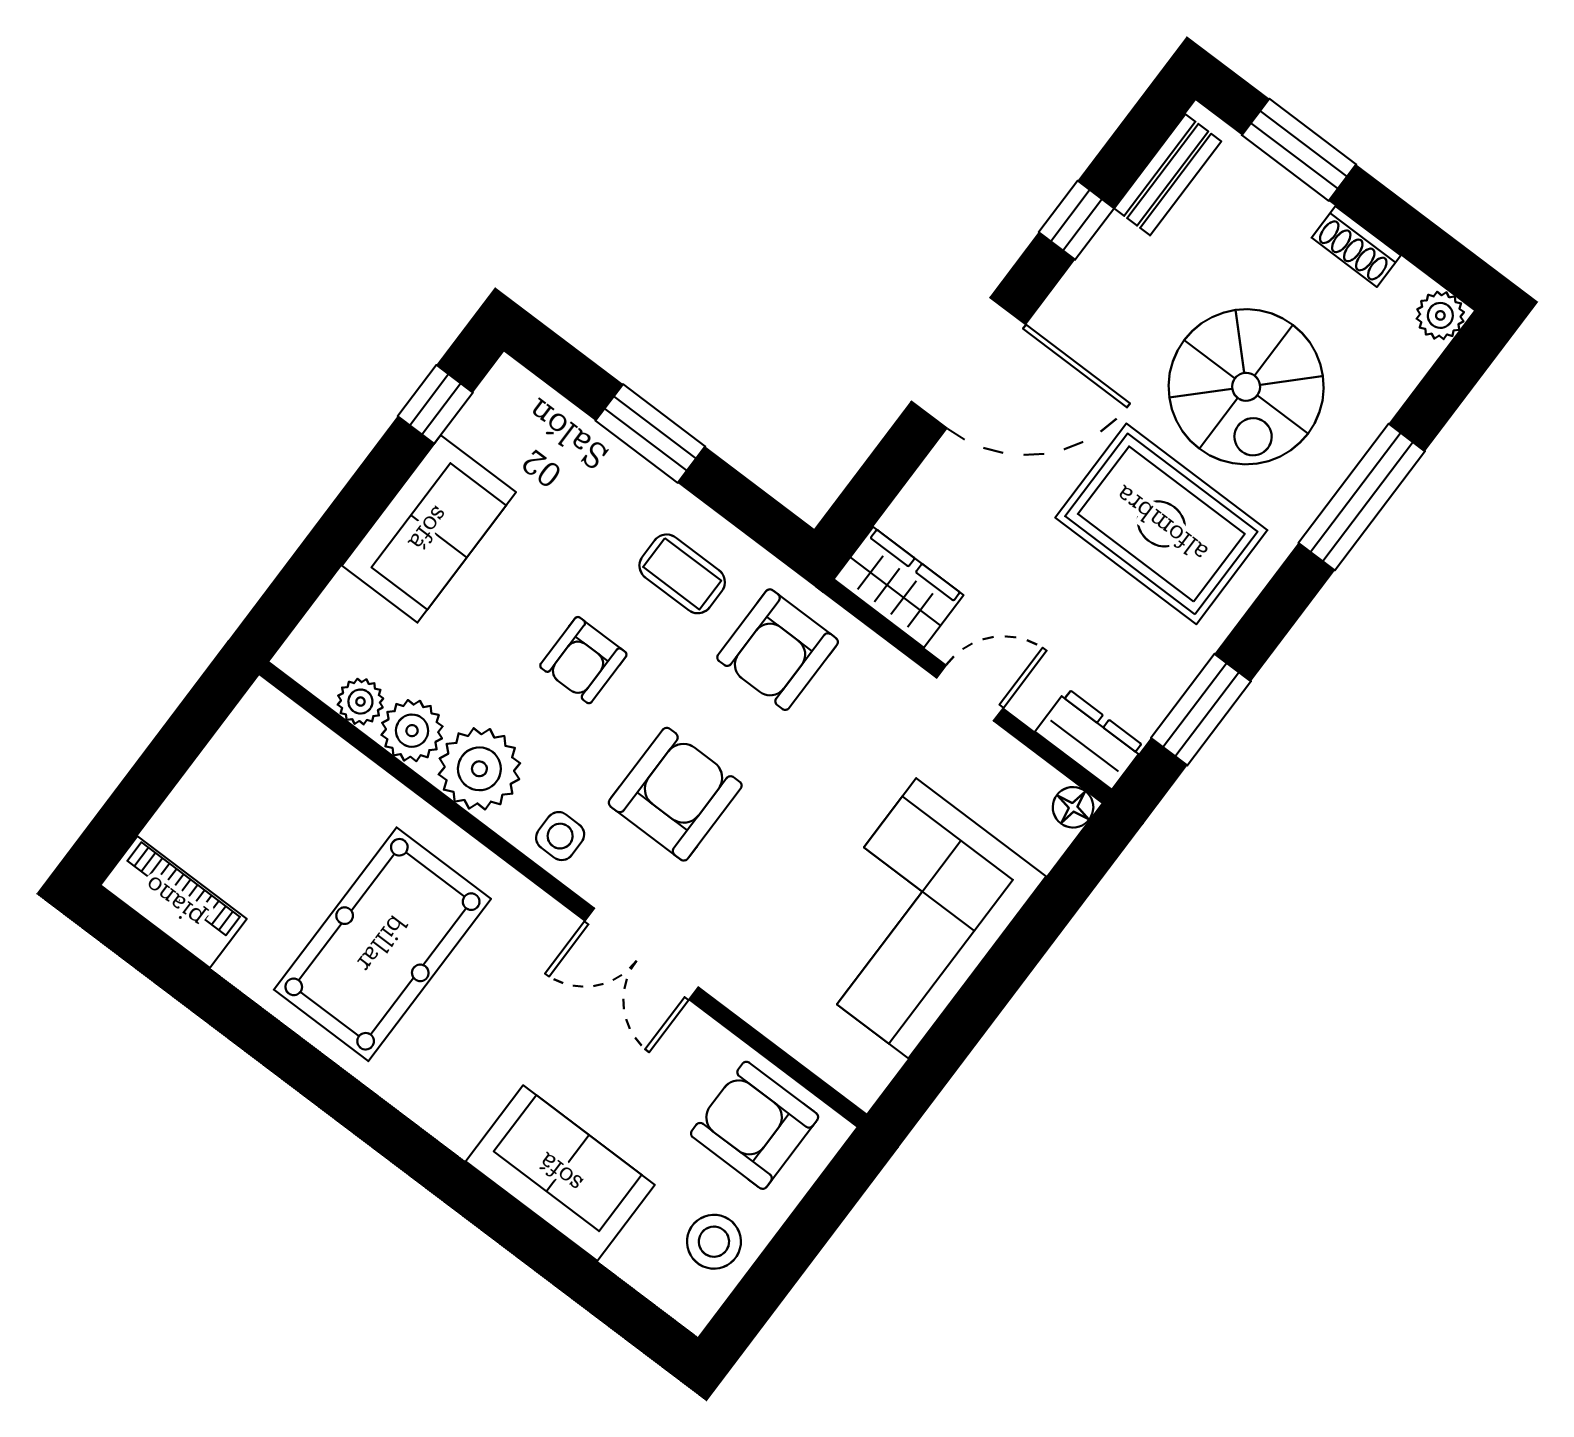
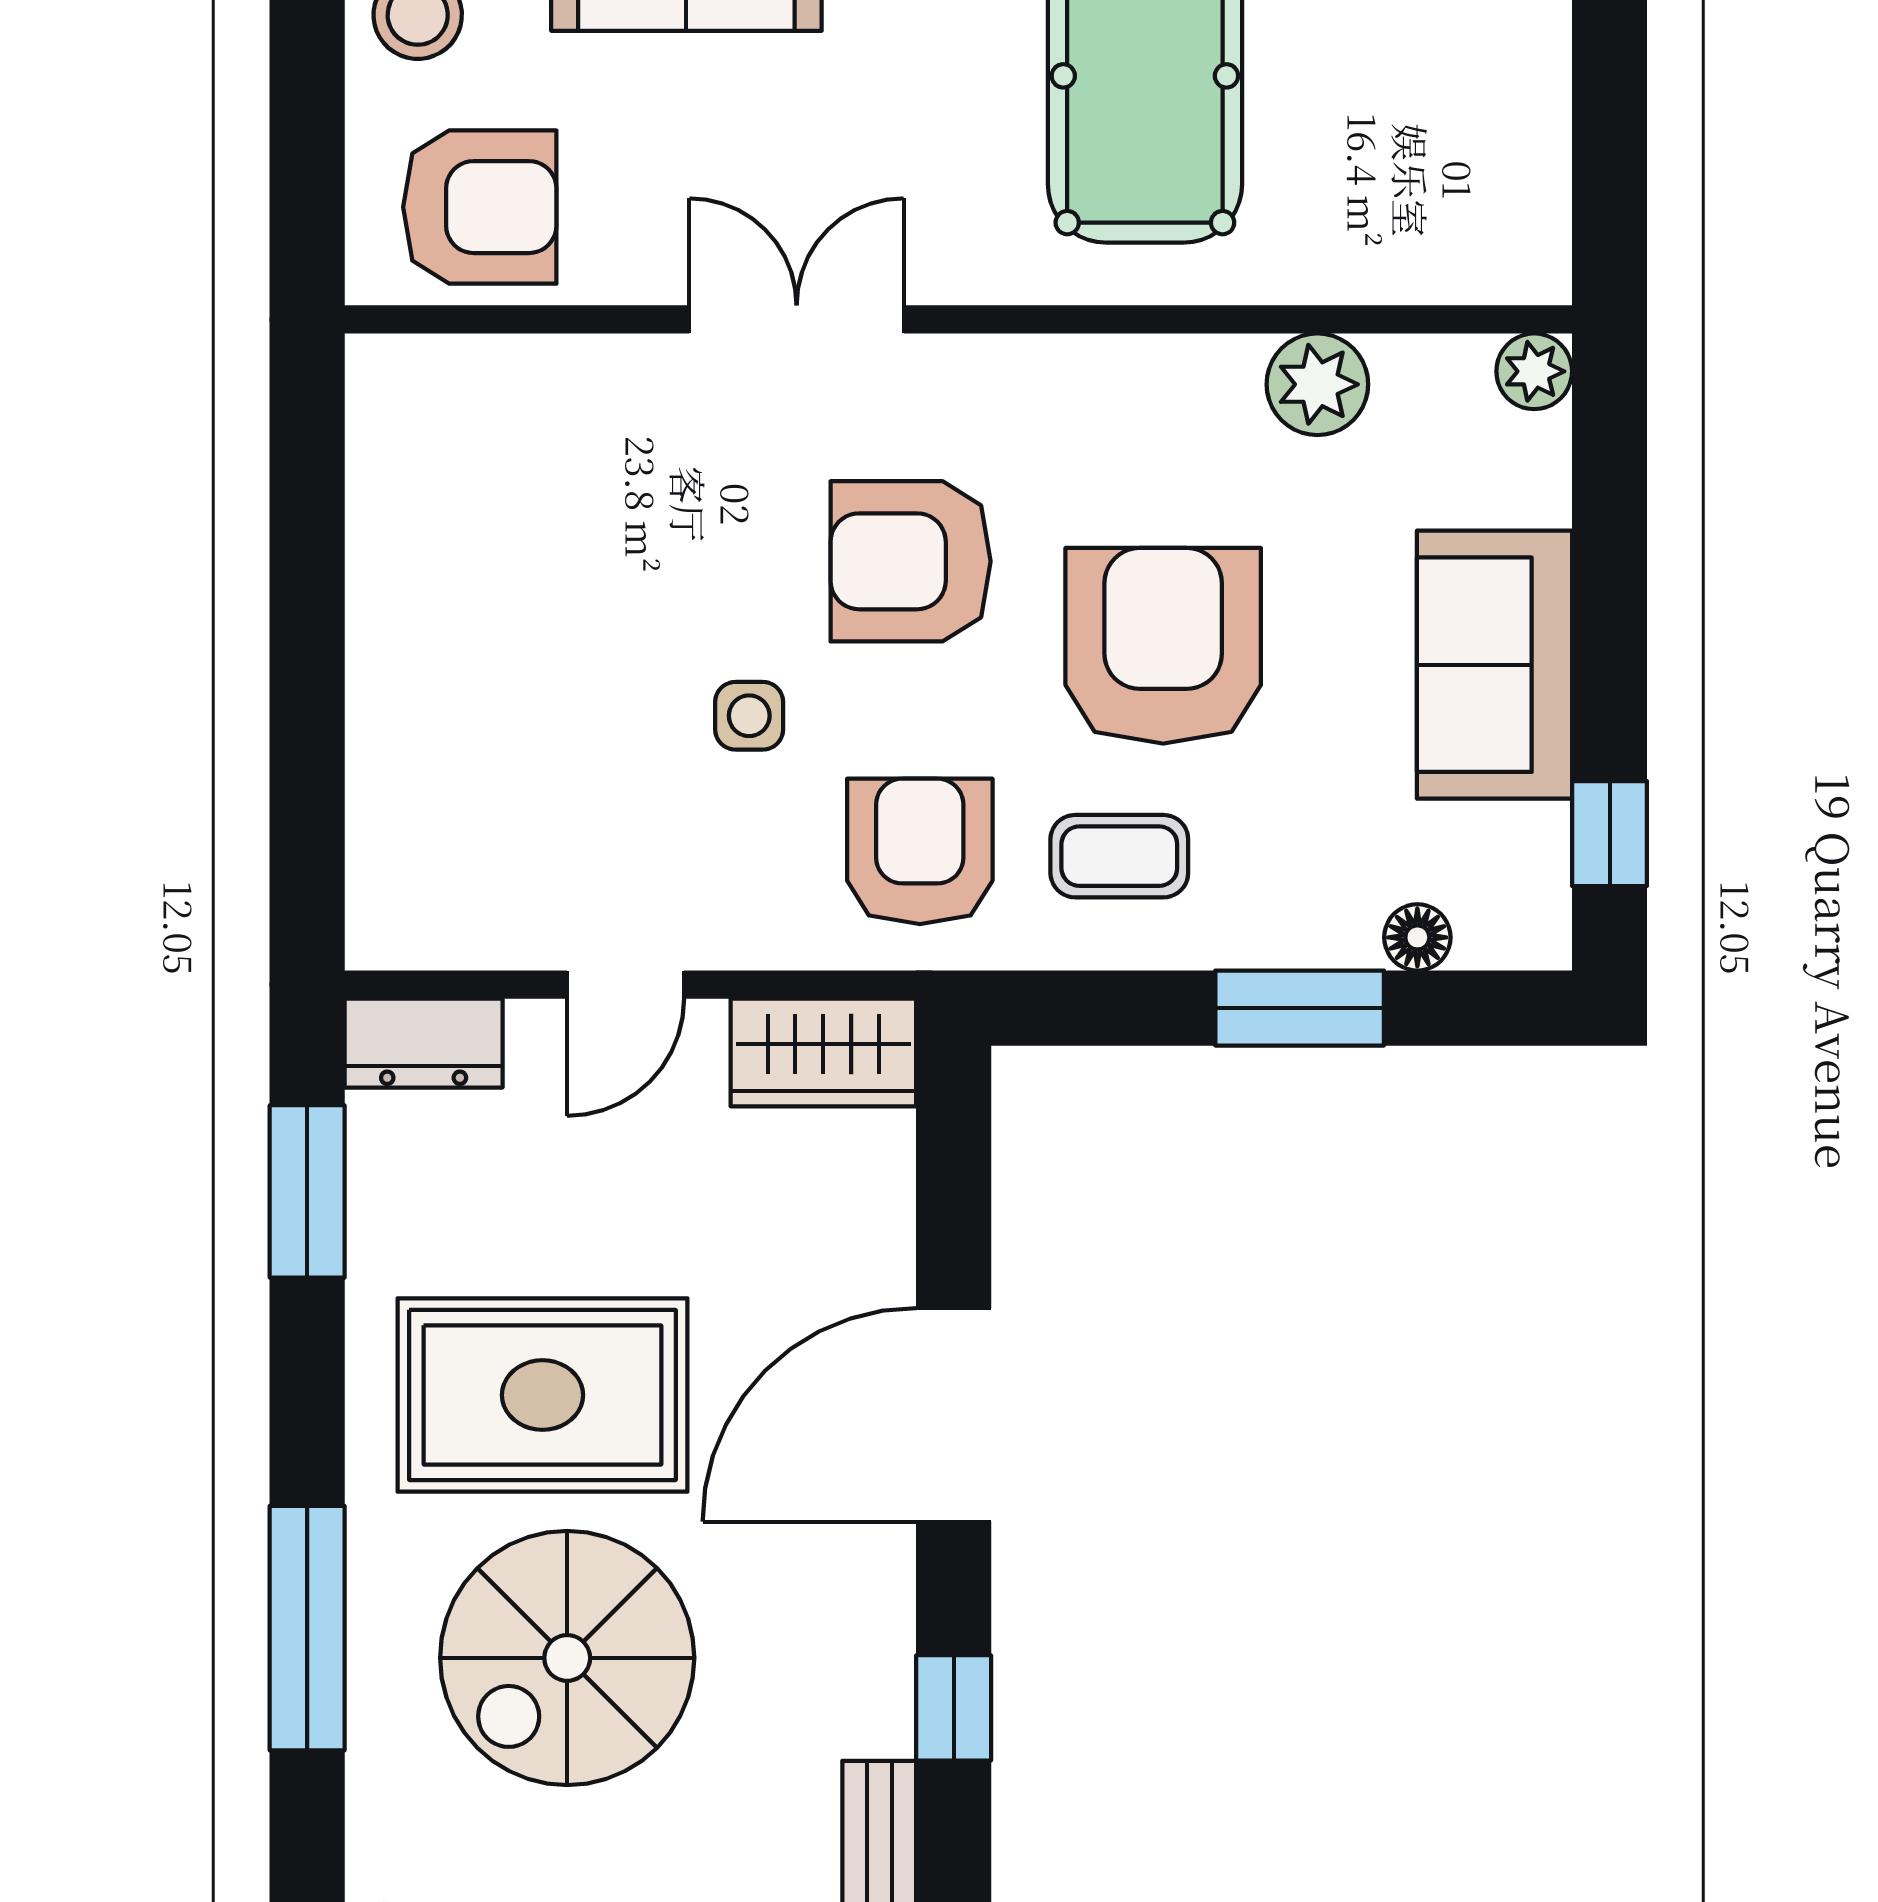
spiral stairs: (1246, 387) -> (567, 1658), turned -90
armchair: (583, 660) -> (1163, 646), width x1.88, depth x1.88
plant: (360, 702) -> (1534, 371), moved
plant: (479, 769) -> (1192, 401), removed
armchair: (675, 794) -> (911, 561), turned 90
floor lamp: (1073, 807) -> (1417, 937), moved
side table: (560, 836) -> (749, 716), moved
corner sofa: (912, 918) -> (478, 633), removed

